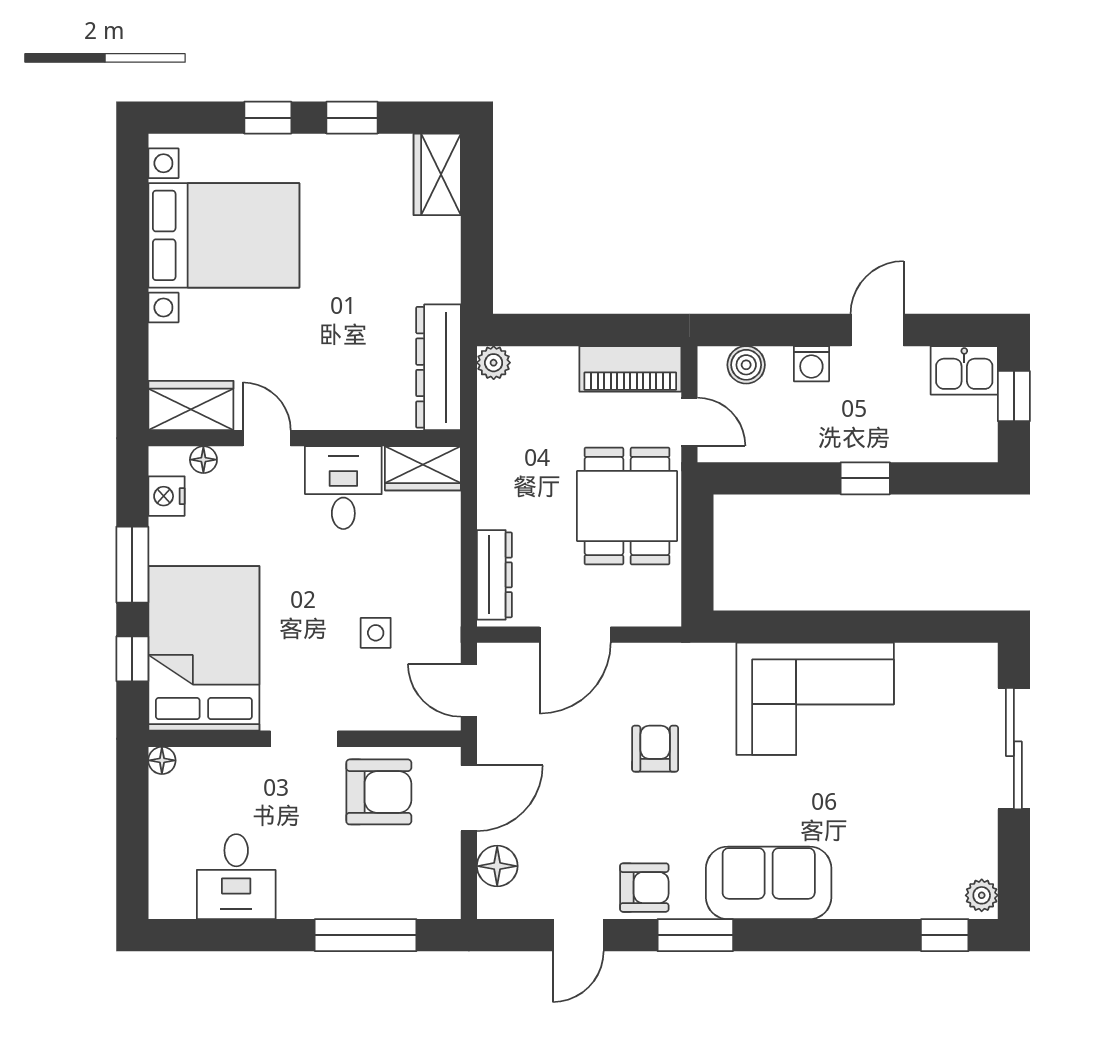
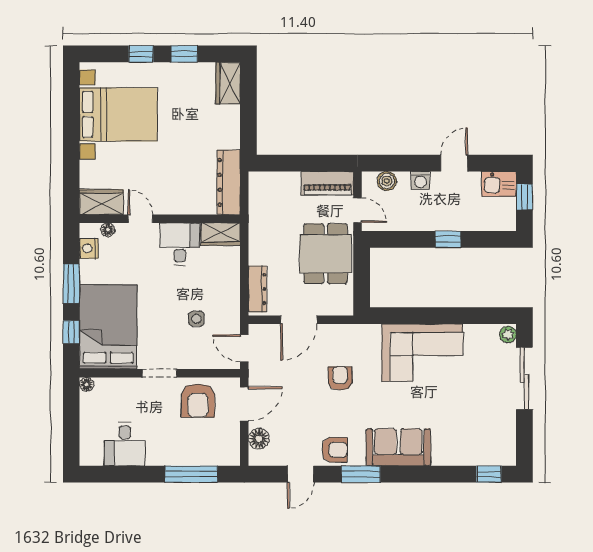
plant: (494, 363) -> (257, 180), removed
armchair: (379, 792) -> (198, 401), turned 90
plant: (982, 895) -> (508, 335), moved

